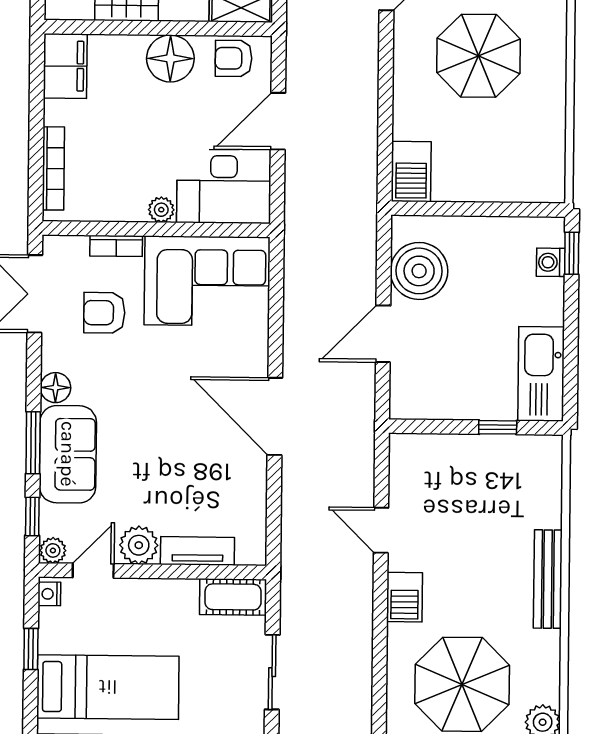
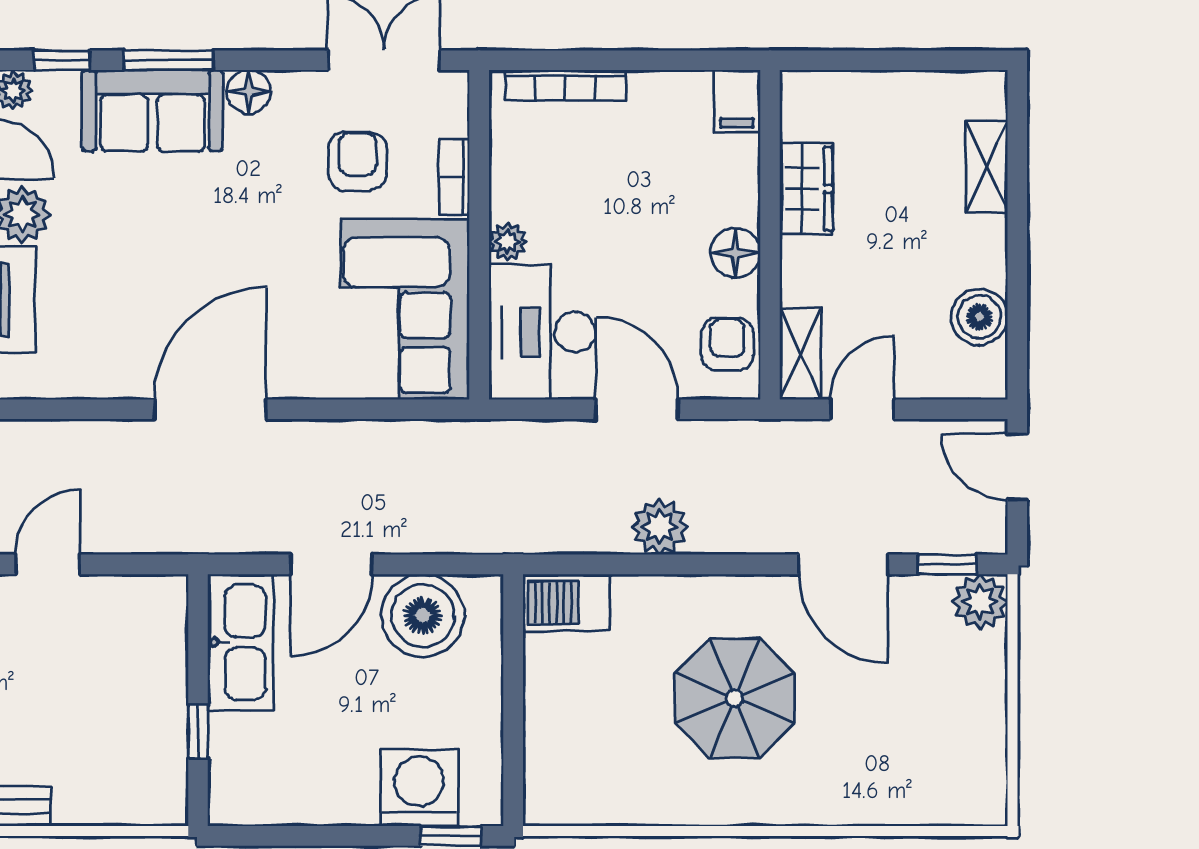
floor lamp: (170, 58) -> (735, 253), width x0.73, depth x0.73
filing cabinet: (65, 66) -> (737, 101), width x0.50
plant: (359, 107) -> (659, 527), added
washing machine: (551, 262) -> (419, 788), width x1.89, depth x1.89
door: (383, 334) -> (331, 564), swing flipped
kitchen sink: (541, 374) -> (240, 642), moved, turned 90

